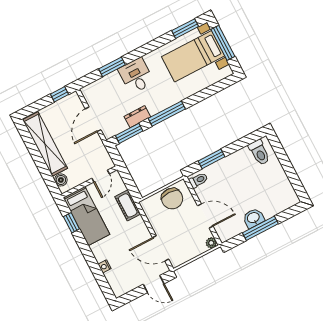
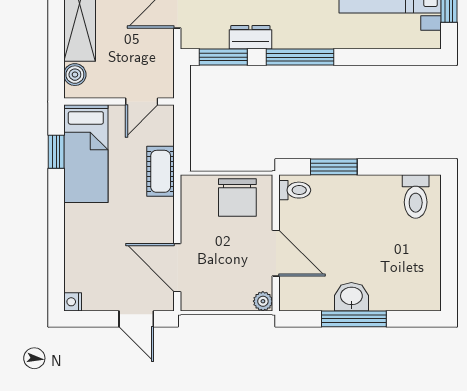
nightstand: (105, 266) -> (73, 302), moved

